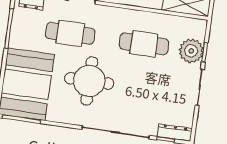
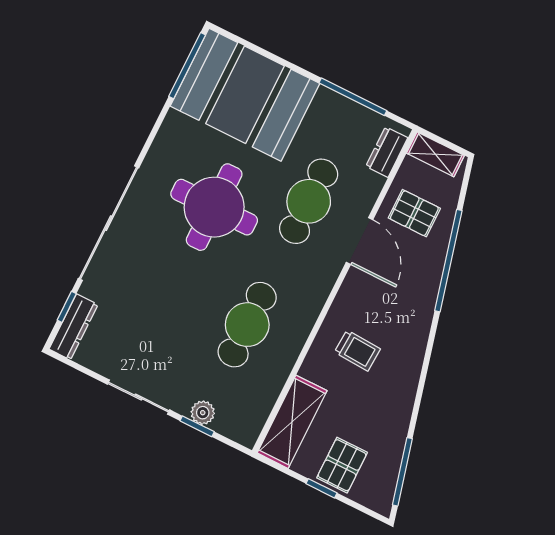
plant: (191, 51) -> (203, 413), width x0.53, depth x0.53

